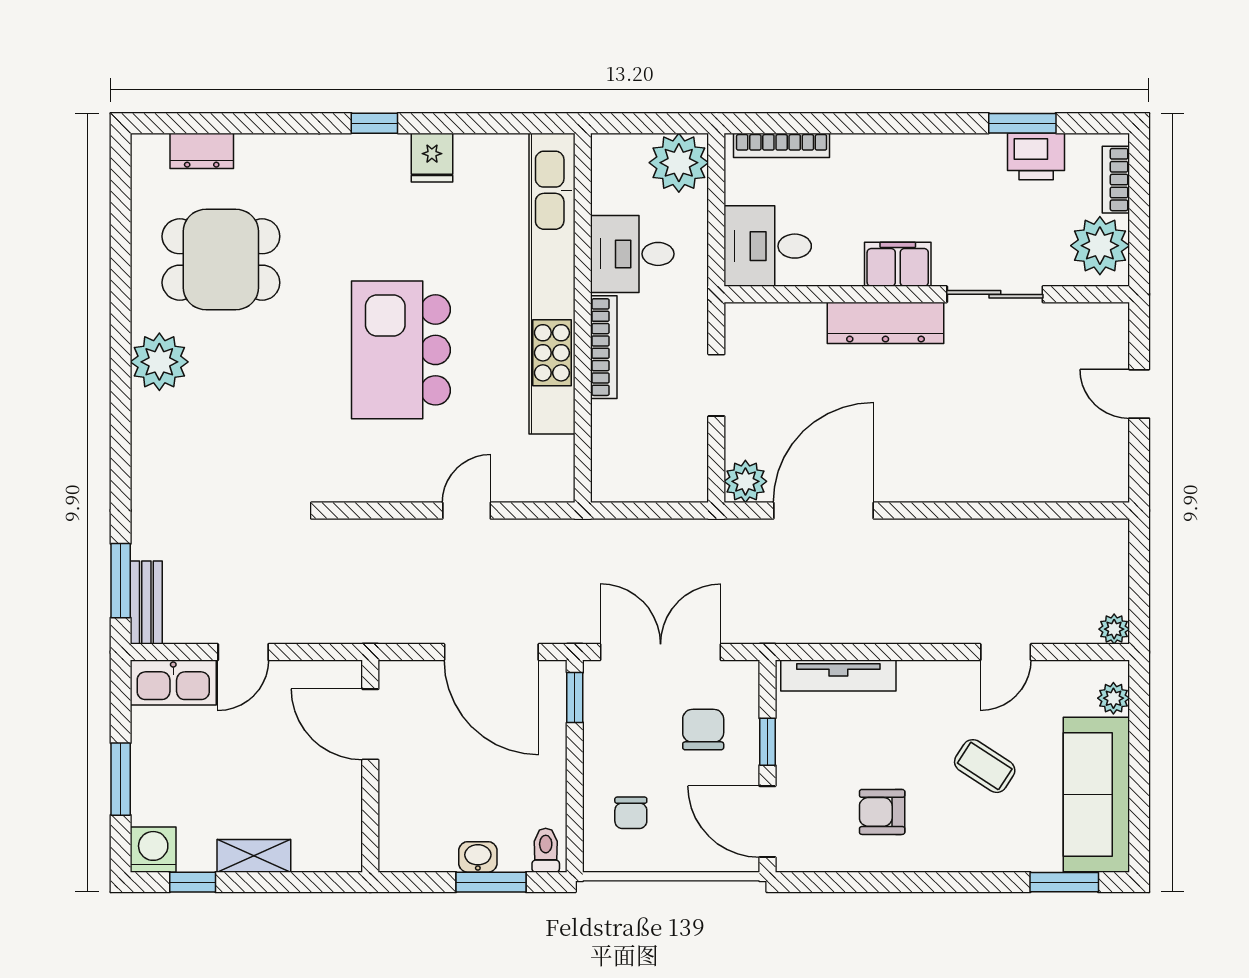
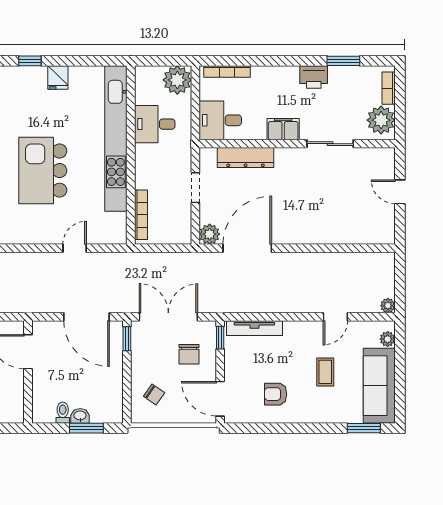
printer: (1036, 156) -> (314, 77), moved
dresser: (885, 323) -> (246, 157), moved
bookcase: (604, 347) -> (141, 215), moved
chair: (703, 730) -> (189, 354), turned 180
window: (767, 742) -> (220, 338), moved
coffee table: (985, 766) -> (325, 372), turned 57
chair: (631, 813) -> (154, 395), turned -55
toilet: (546, 850) -> (63, 413), moved

